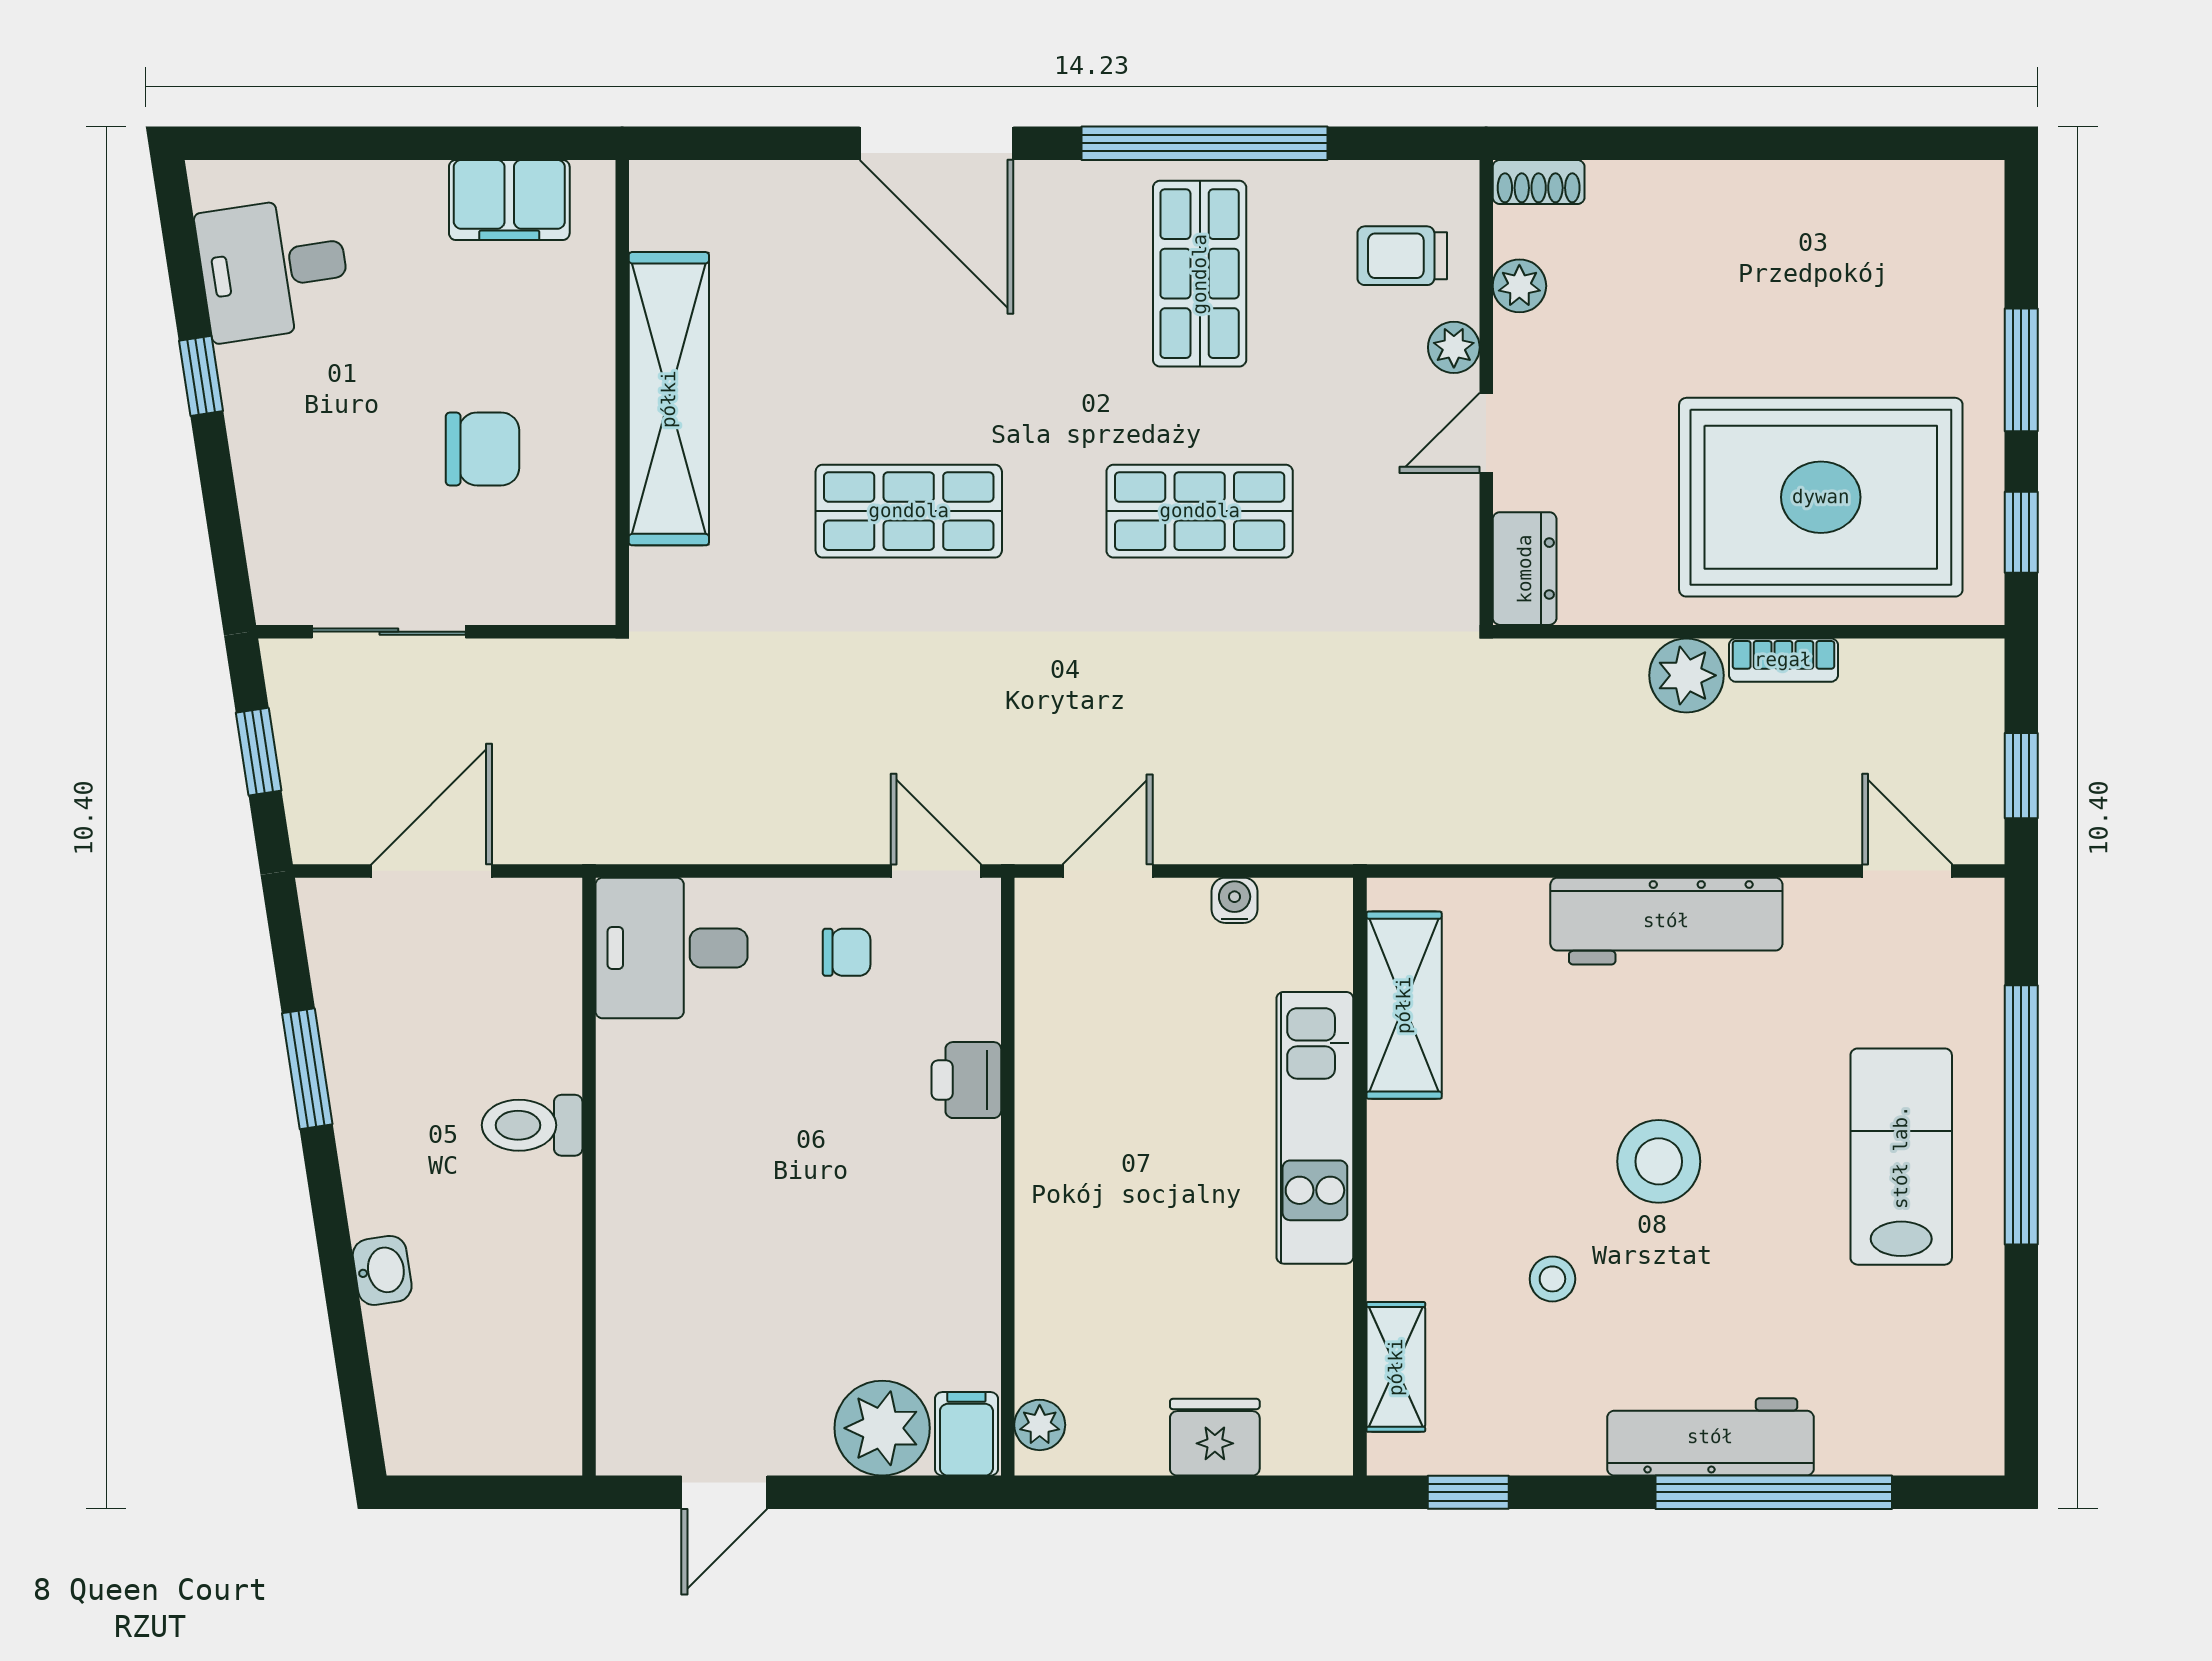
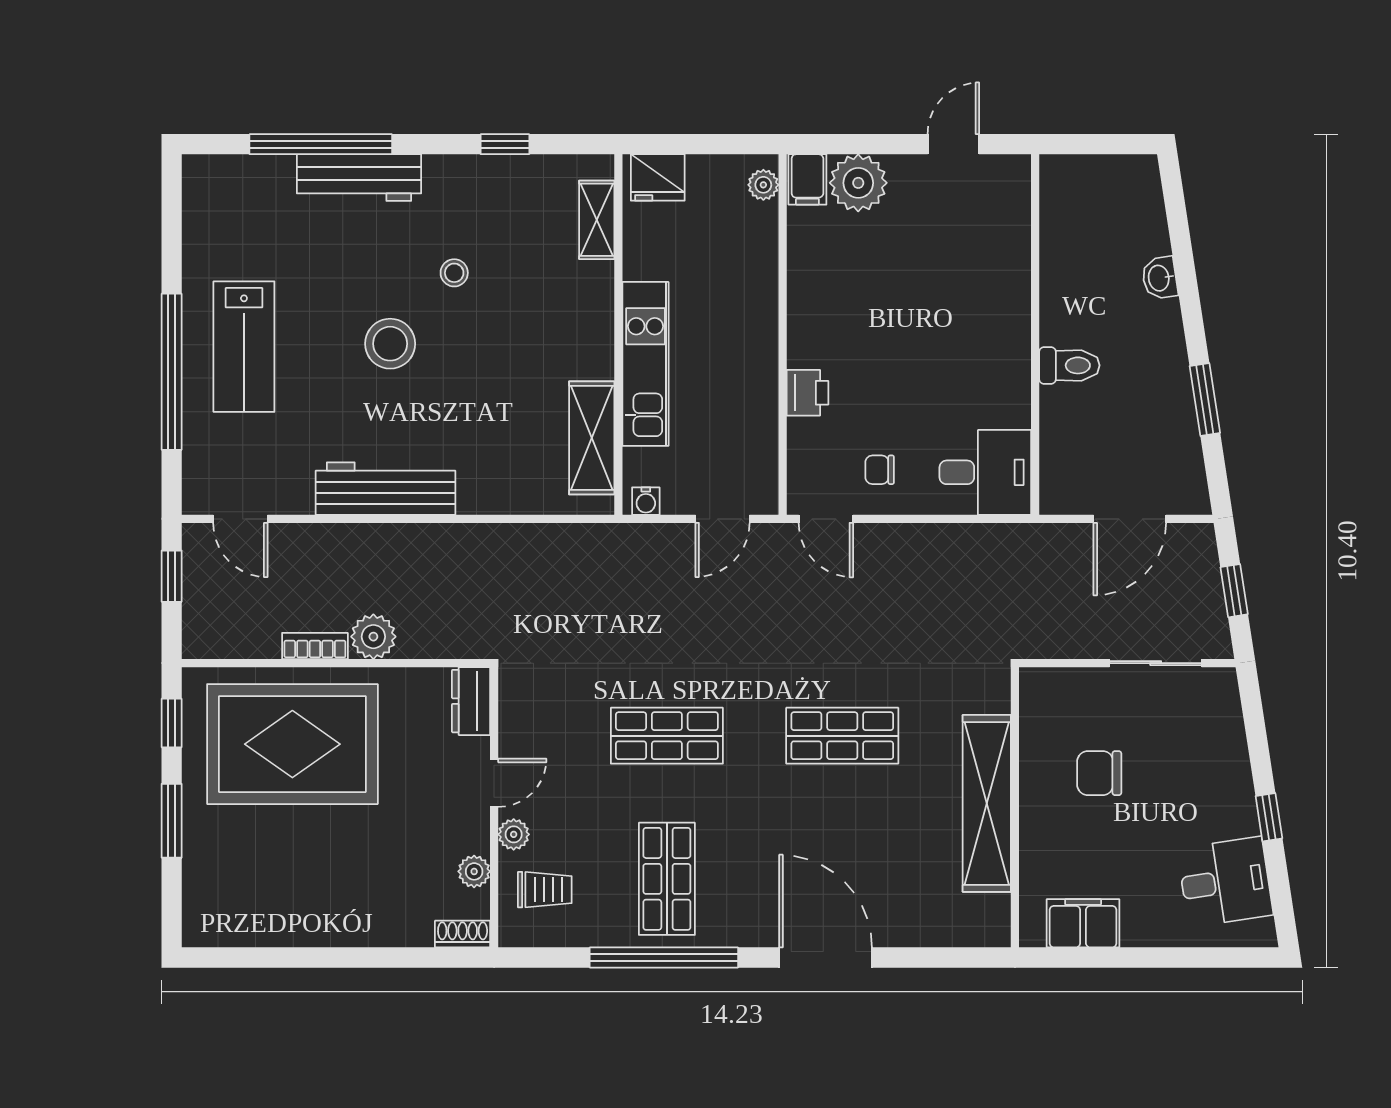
shelving: (1404, 1005) -> (592, 438), moved
kitchen unit: (1315, 1128) -> (645, 364), moved
wall: (1360, 1177) -> (618, 334), moved
shelving: (1396, 1367) -> (597, 220), moved

